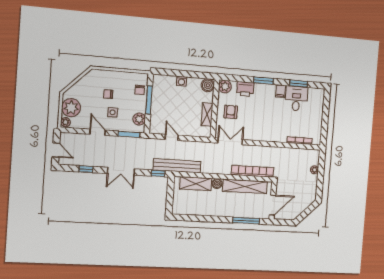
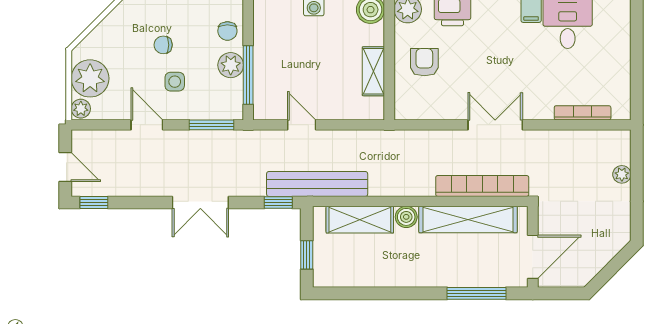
window: (149, 100) -> (248, 75), moved
plant: (139, 119) -> (231, 65), moved
double door: (230, 141) -> (495, 125), moved
window: (86, 169) -> (94, 203), moved
window: (170, 199) -> (307, 255), added

